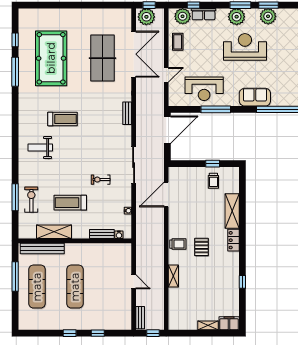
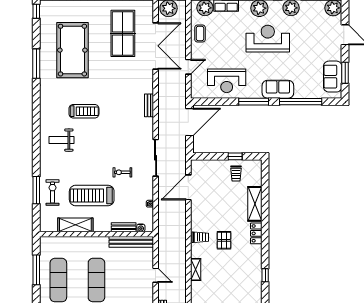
window: (15, 40) -> (36, 11), moved
table tennis table: (103, 58) -> (123, 33), moved
window: (216, 109) -> (254, 102), moved
treadmill: (70, 203) -> (92, 196), width x1.37, depth x1.38
bench: (42, 249) -> (131, 242), moved

